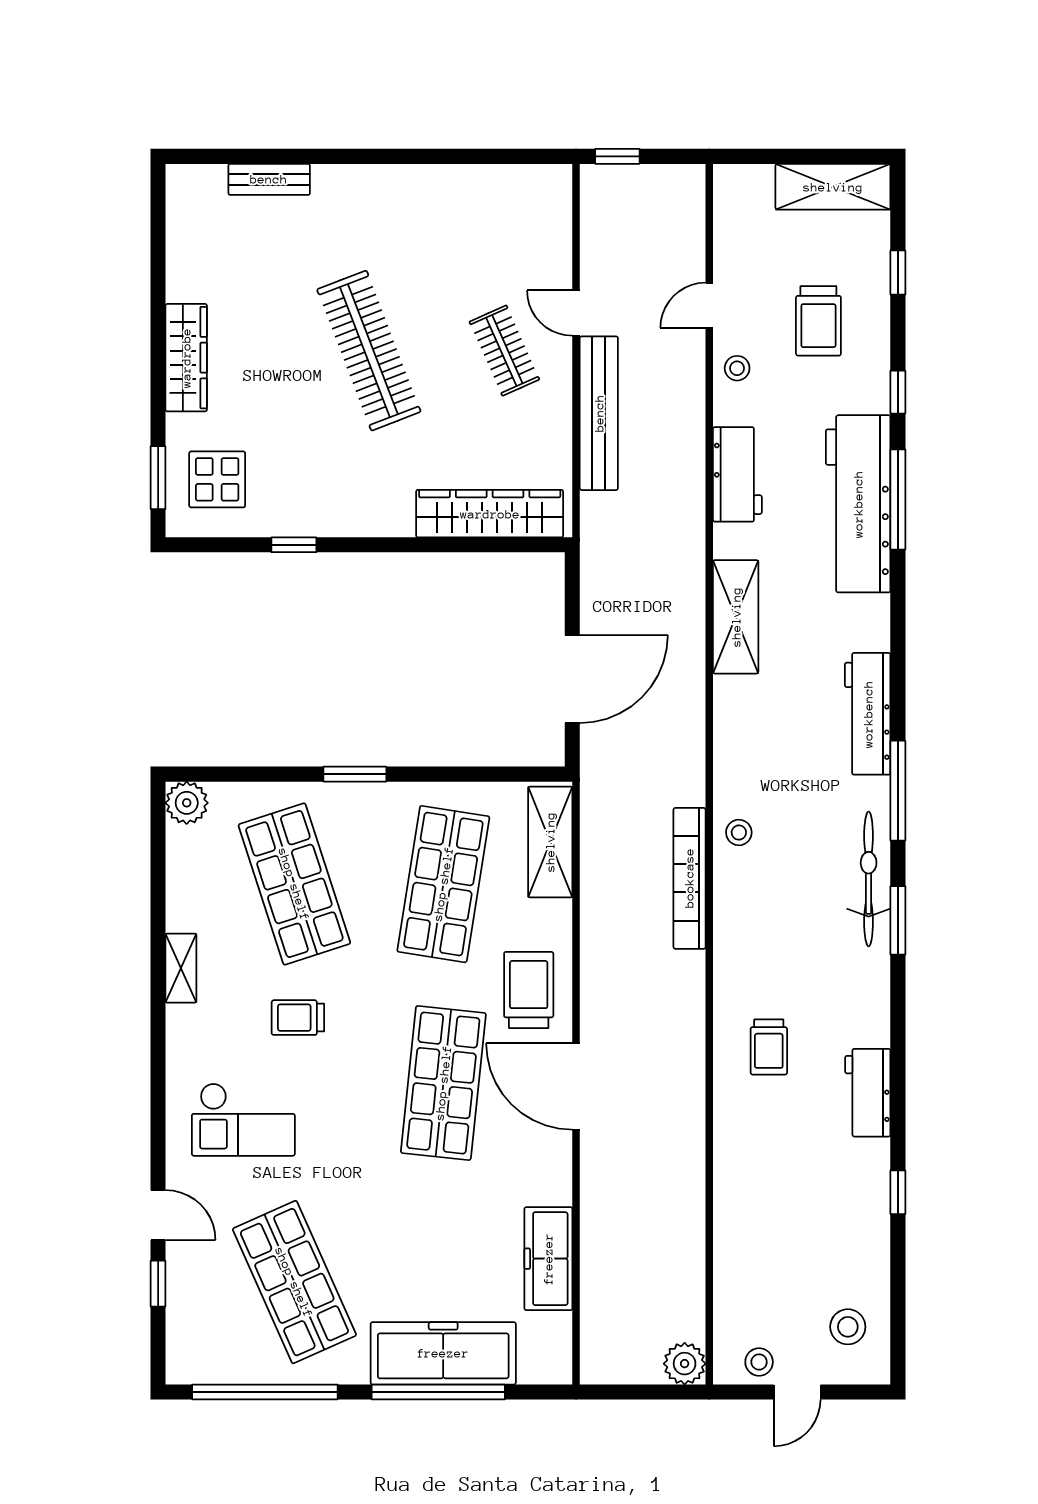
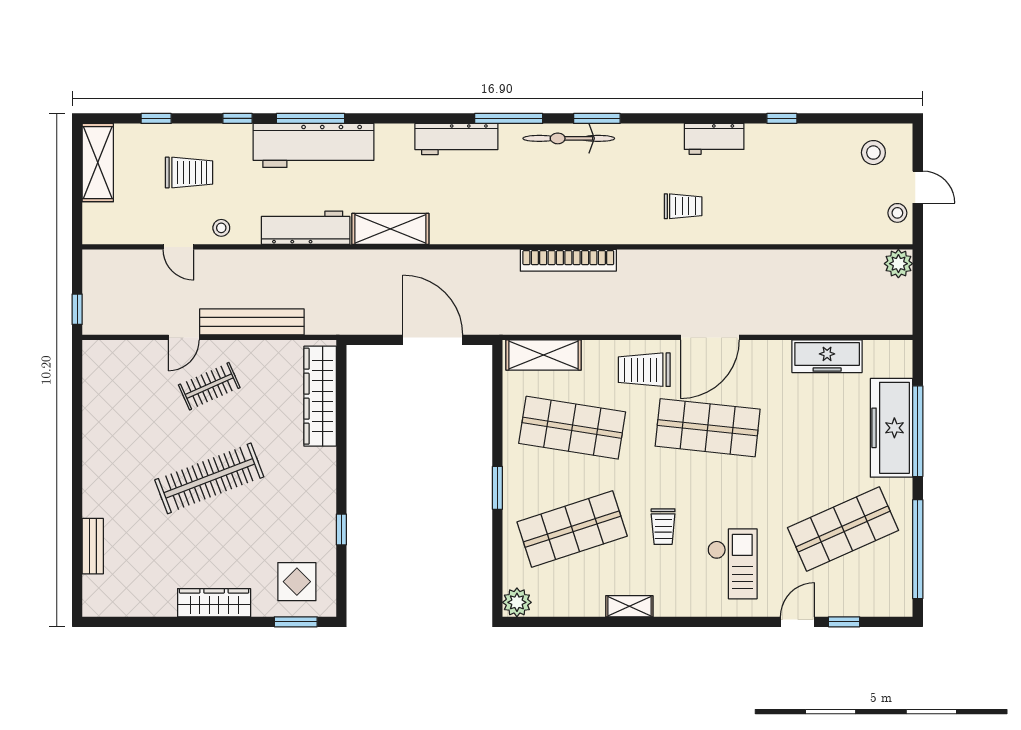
workbench: (737, 474) -> (306, 228), width x1.38
stool: (739, 832) -> (537, 227), removed

